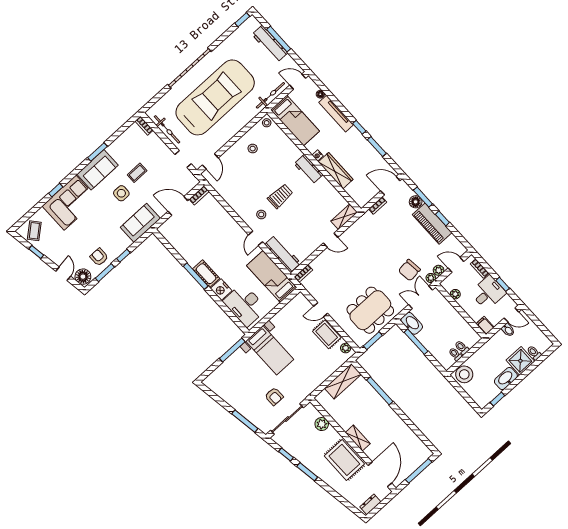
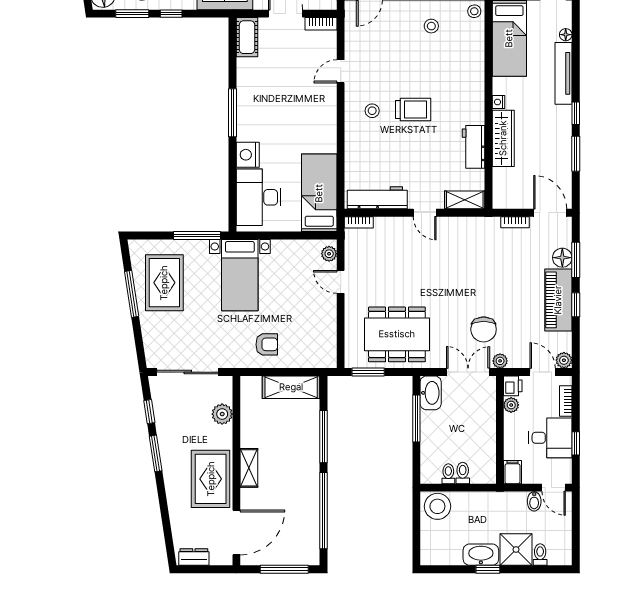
workbench: (308, 169) -> (474, 147), moved
door: (255, 238) -> (341, 71), moved
workbench: (283, 254) -> (377, 198), moved, turned -90
chair: (409, 270) -> (484, 329), turned -84
plant: (439, 270) -> (564, 360), moved
cot: (206, 274) -> (247, 37), moved
printer: (448, 284) -> (513, 386), added
rug: (327, 334) -> (164, 283), moved, width x1.36, depth x1.43
plant: (346, 348) -> (329, 254), moved
armchair: (274, 396) -> (267, 344), moved, turned -90
window: (497, 399) -> (488, 569), moved
window: (245, 421) -> (132, 294), moved
window: (412, 426) -> (324, 511), added

